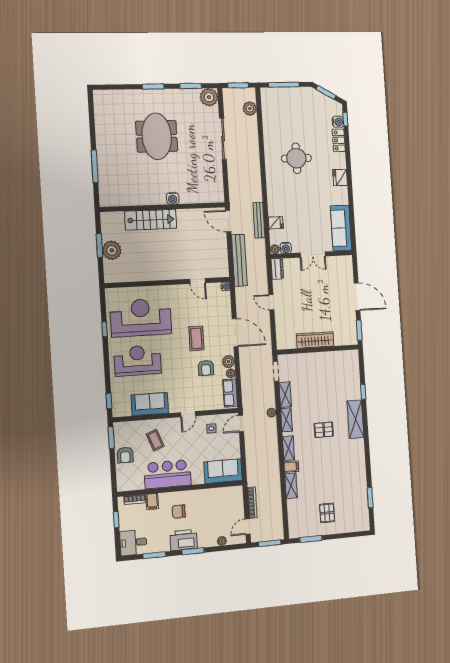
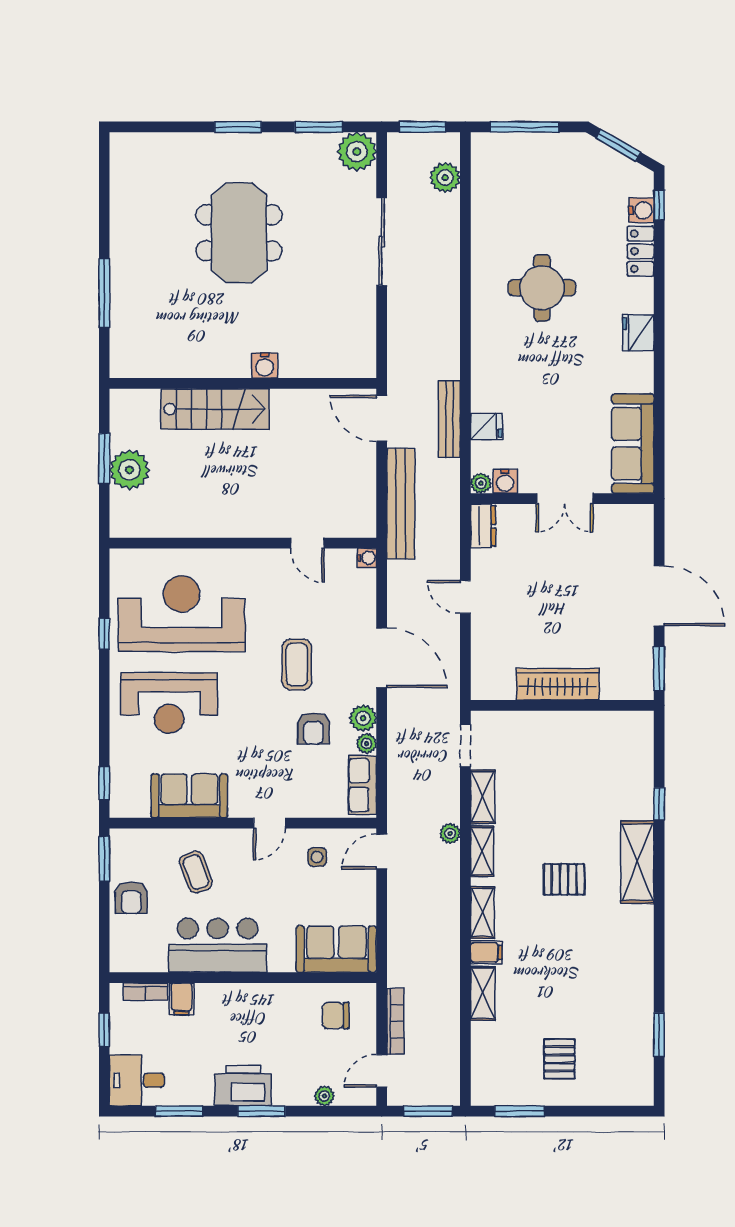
reception desk: (138, 360) -> (169, 703), turned 180
chair: (179, 511) -> (336, 1016), moved

